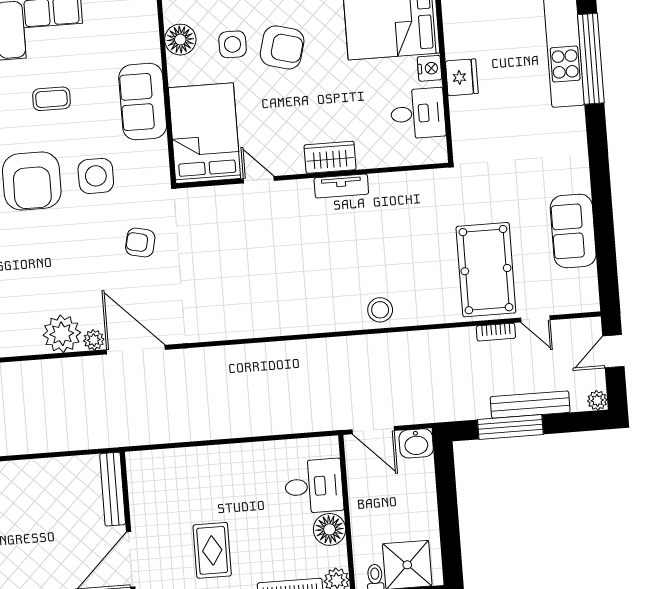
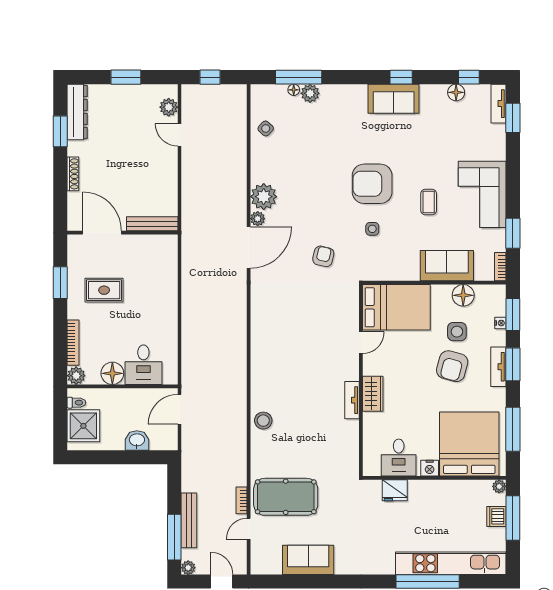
fridge: (462, 77) -> (395, 490), moved
sofa: (143, 102) -> (447, 266), moved
side table: (96, 176) -> (372, 229), width x0.54, depth x0.54
window: (510, 427) -> (174, 537), moved
washbasin: (416, 443) -> (137, 440), moved, turned 90

